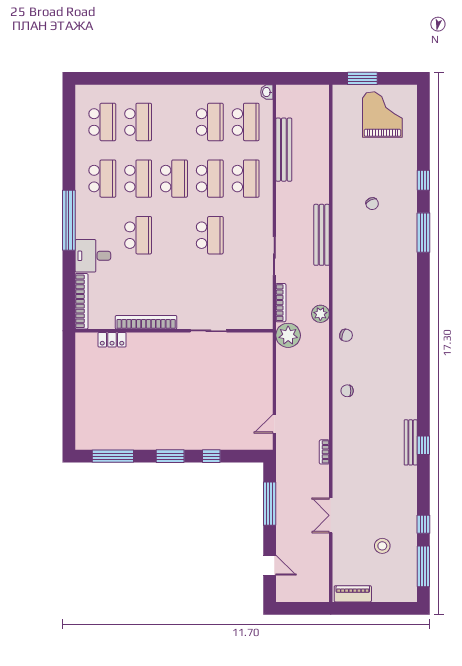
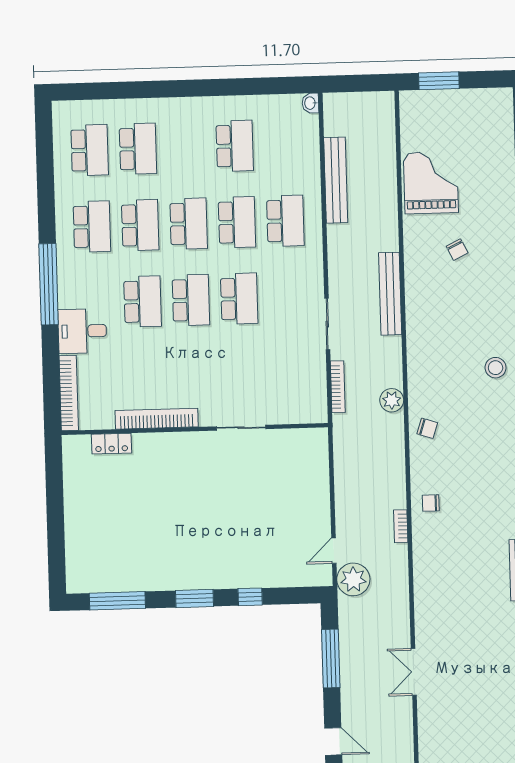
grand piano: (382, 115) -> (431, 183), moved
school desk: (246, 122) -> (191, 300), moved
plant: (288, 335) -> (353, 579), moved
bookcase: (324, 452) -> (401, 526), moved
stool: (382, 546) -> (496, 368), moved

